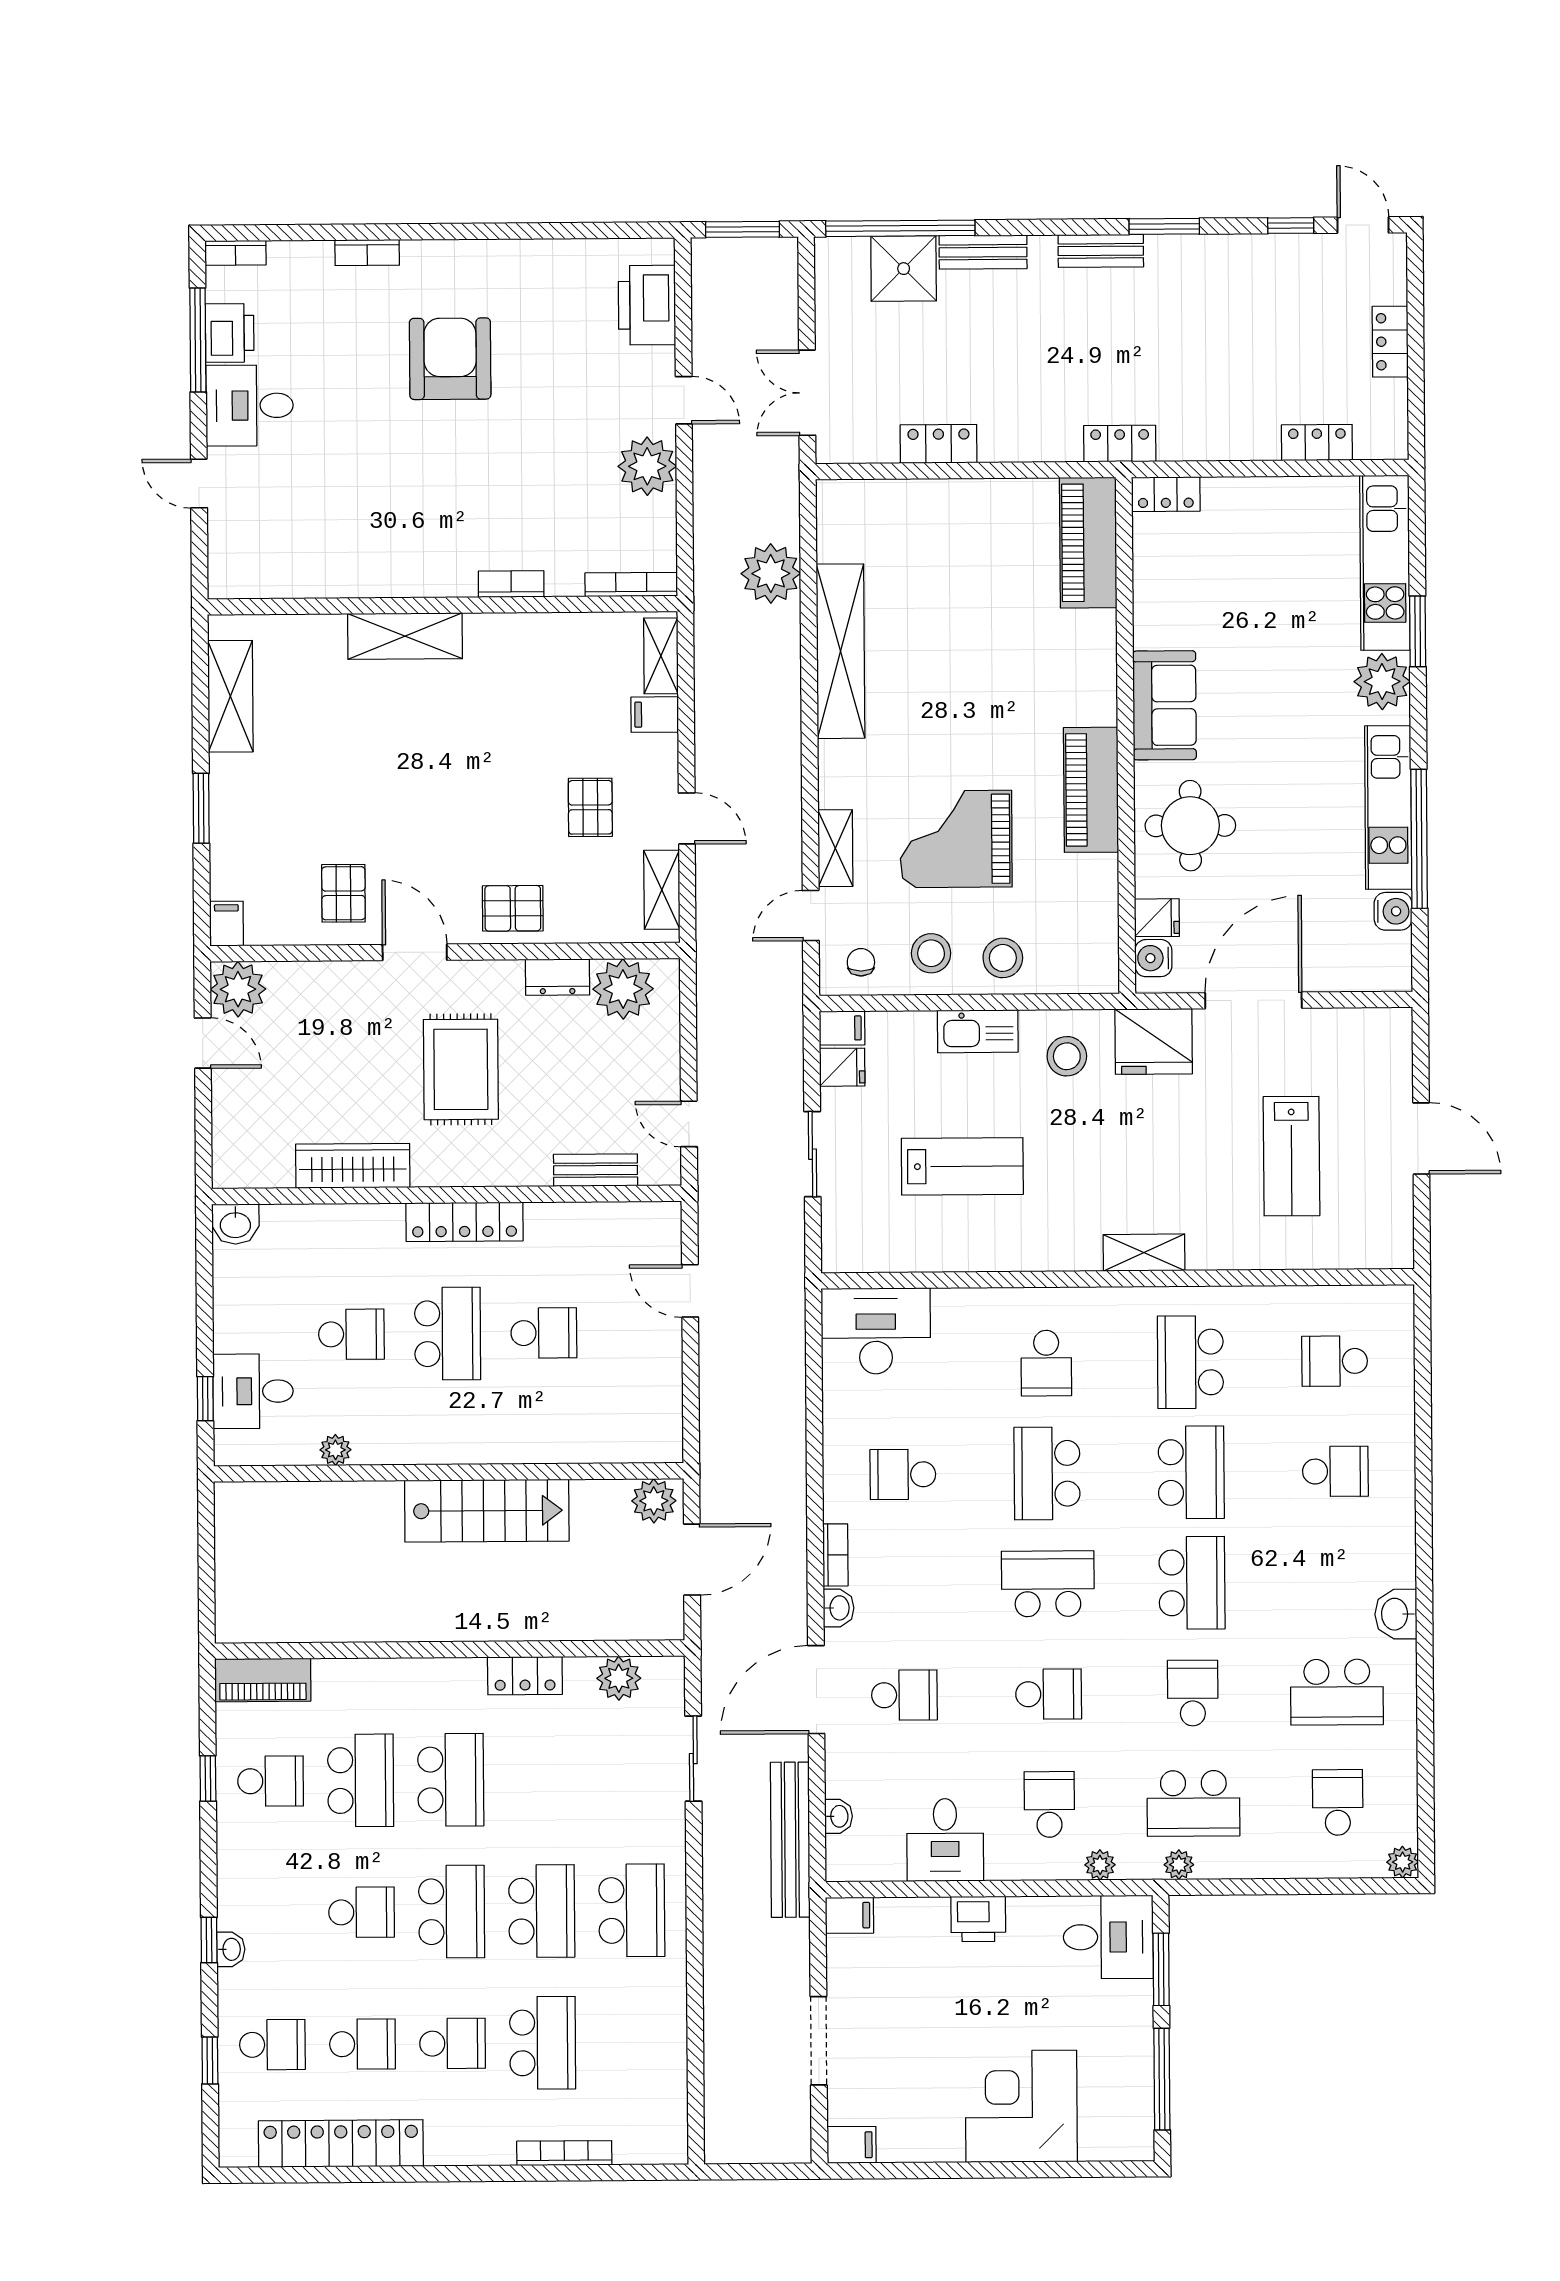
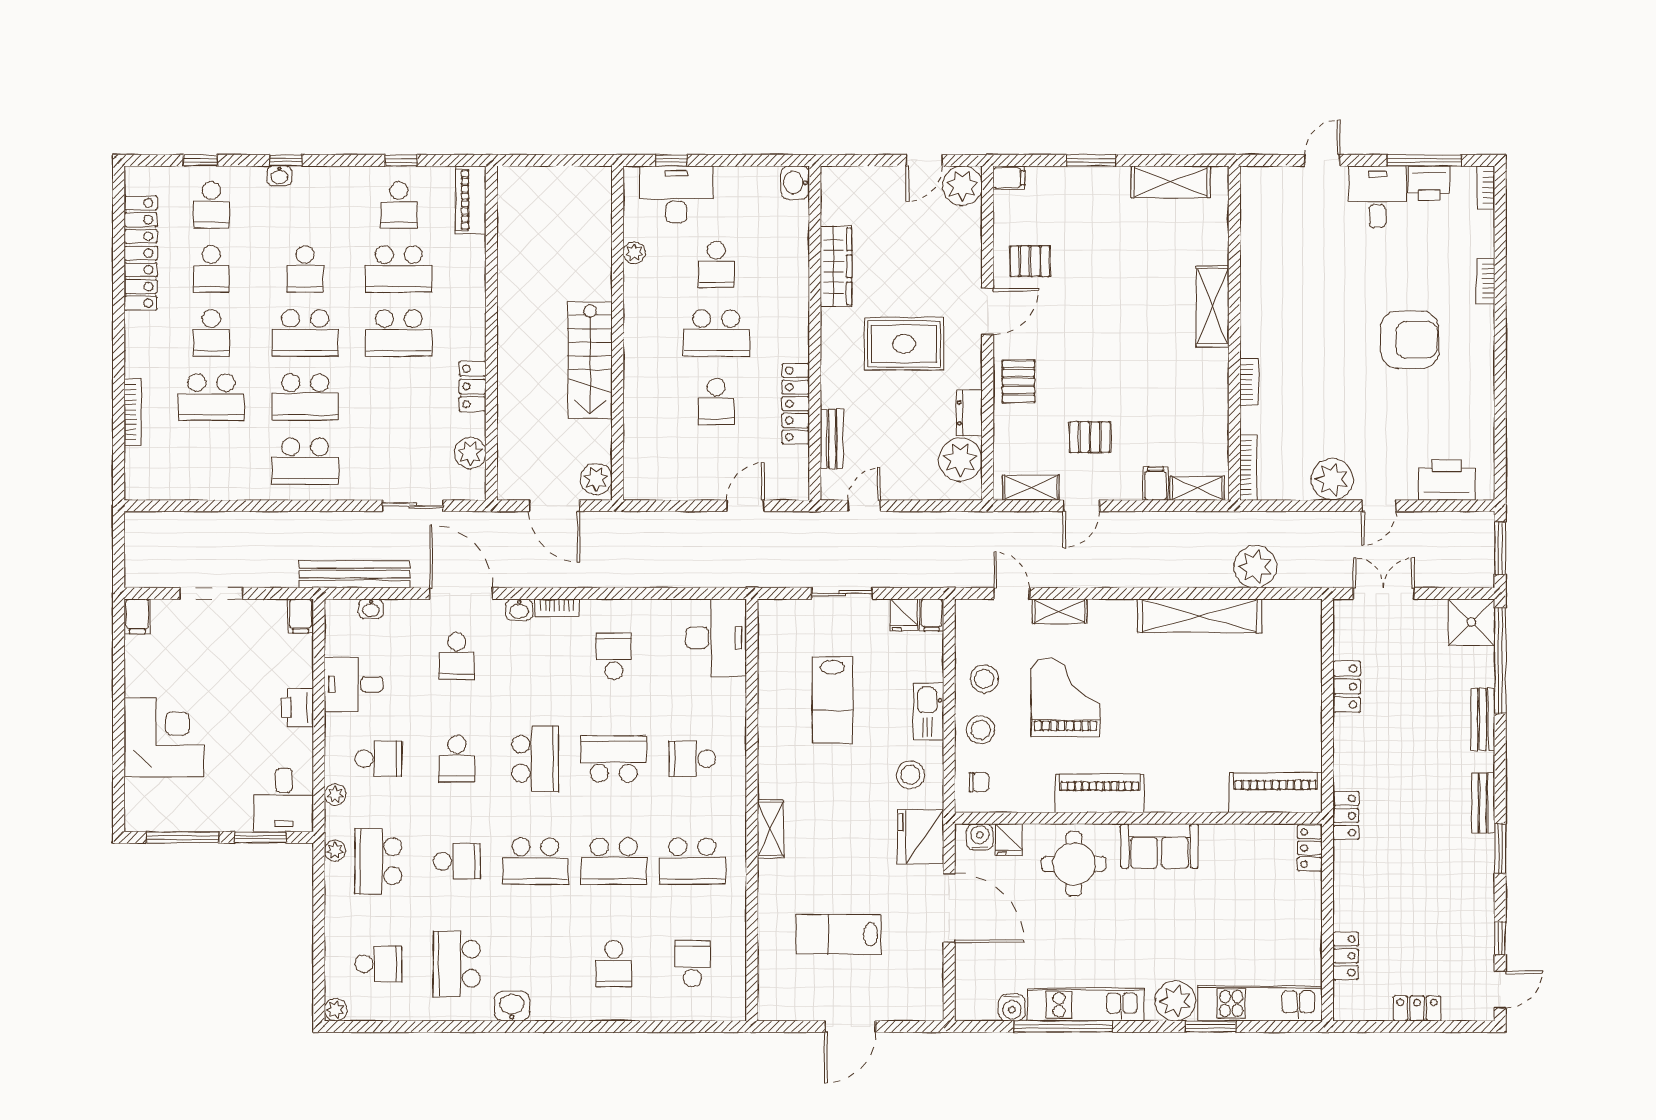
shower: (904, 269) -> (1472, 622), moved
chair: (861, 962) -> (979, 782), moved
locker: (464, 1222) -> (796, 404), moved
school desk: (1190, 1362) -> (692, 861), turned 180
desk: (253, 1391) -> (676, 194), width x1.37

